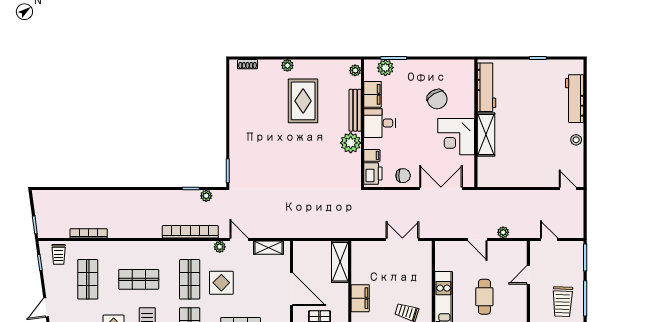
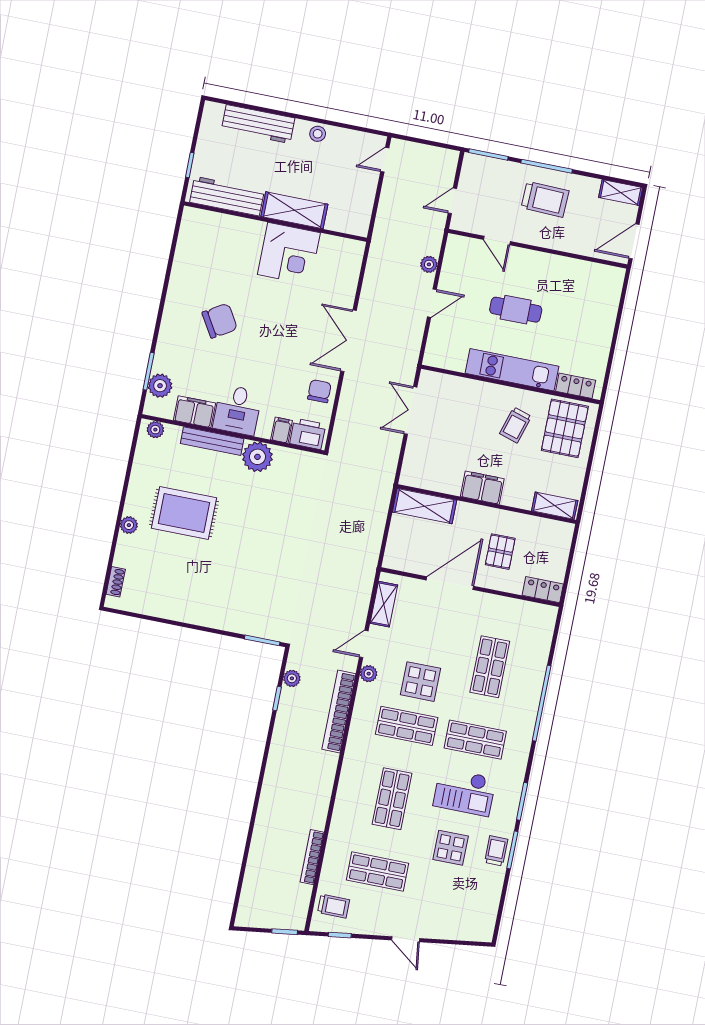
workbench: (486, 87) -> (227, 196), moved
wall: (476, 123) -> (275, 222), moved
shelving: (486, 135) -> (294, 210), moved
corner desk: (456, 137) -> (289, 254), moved

